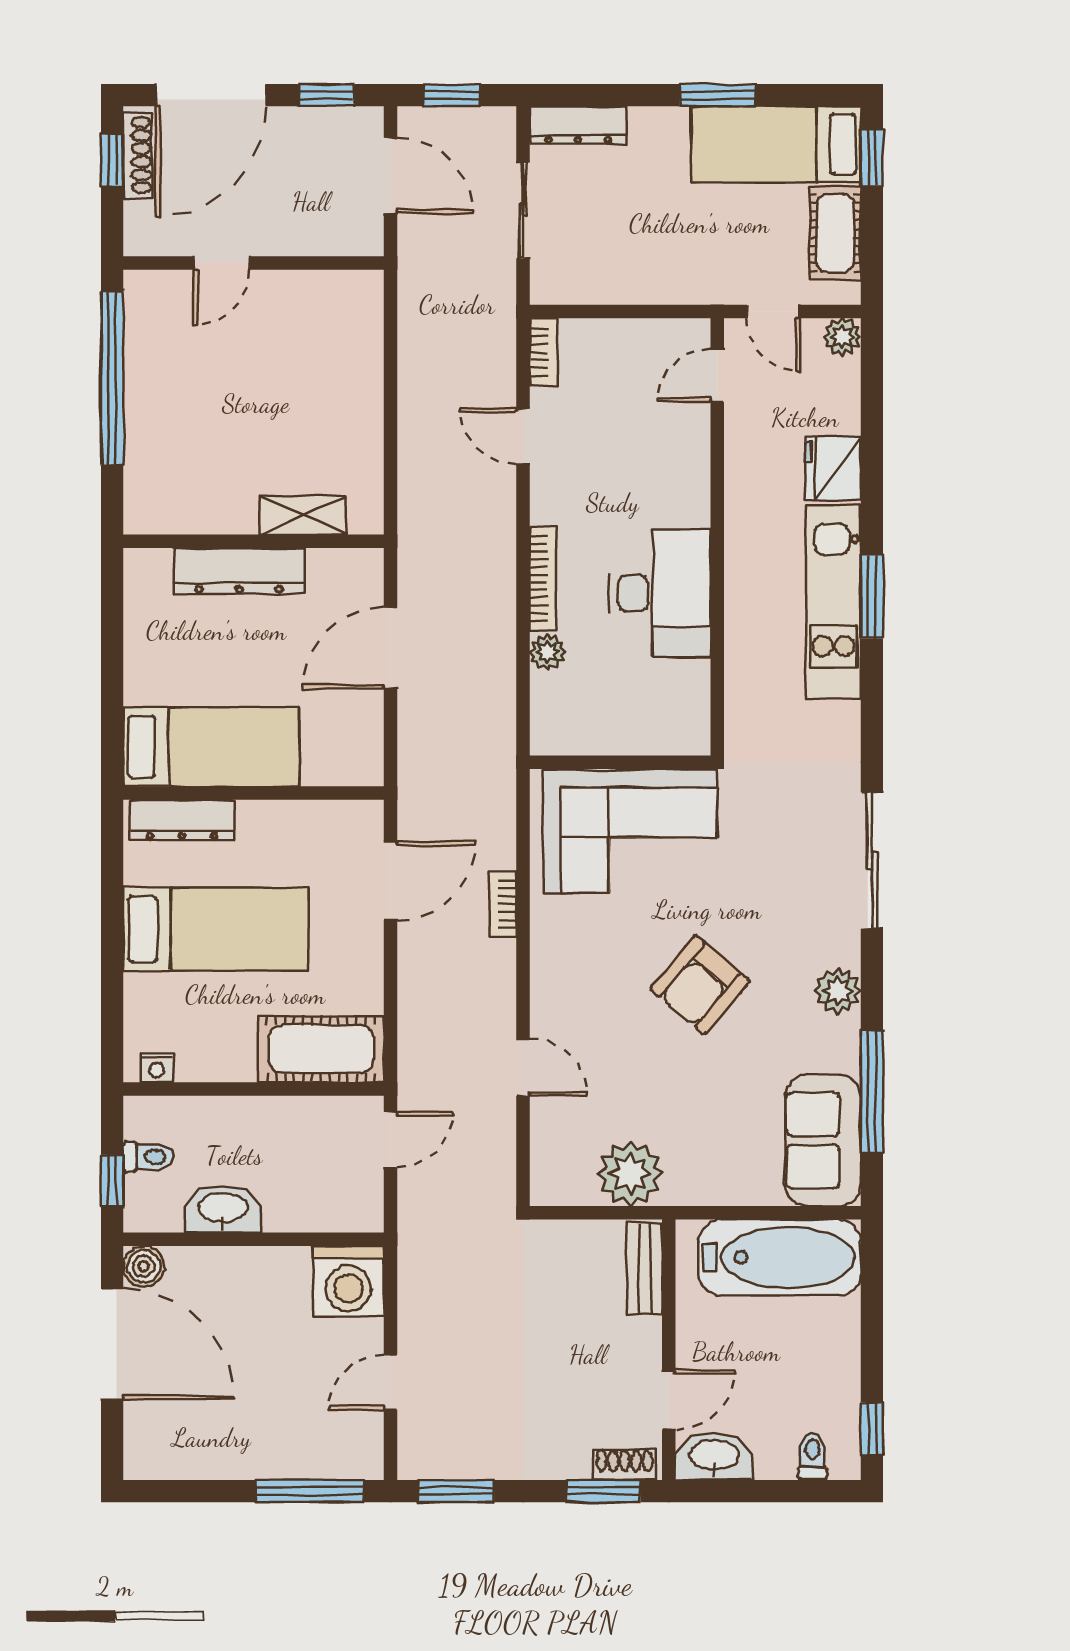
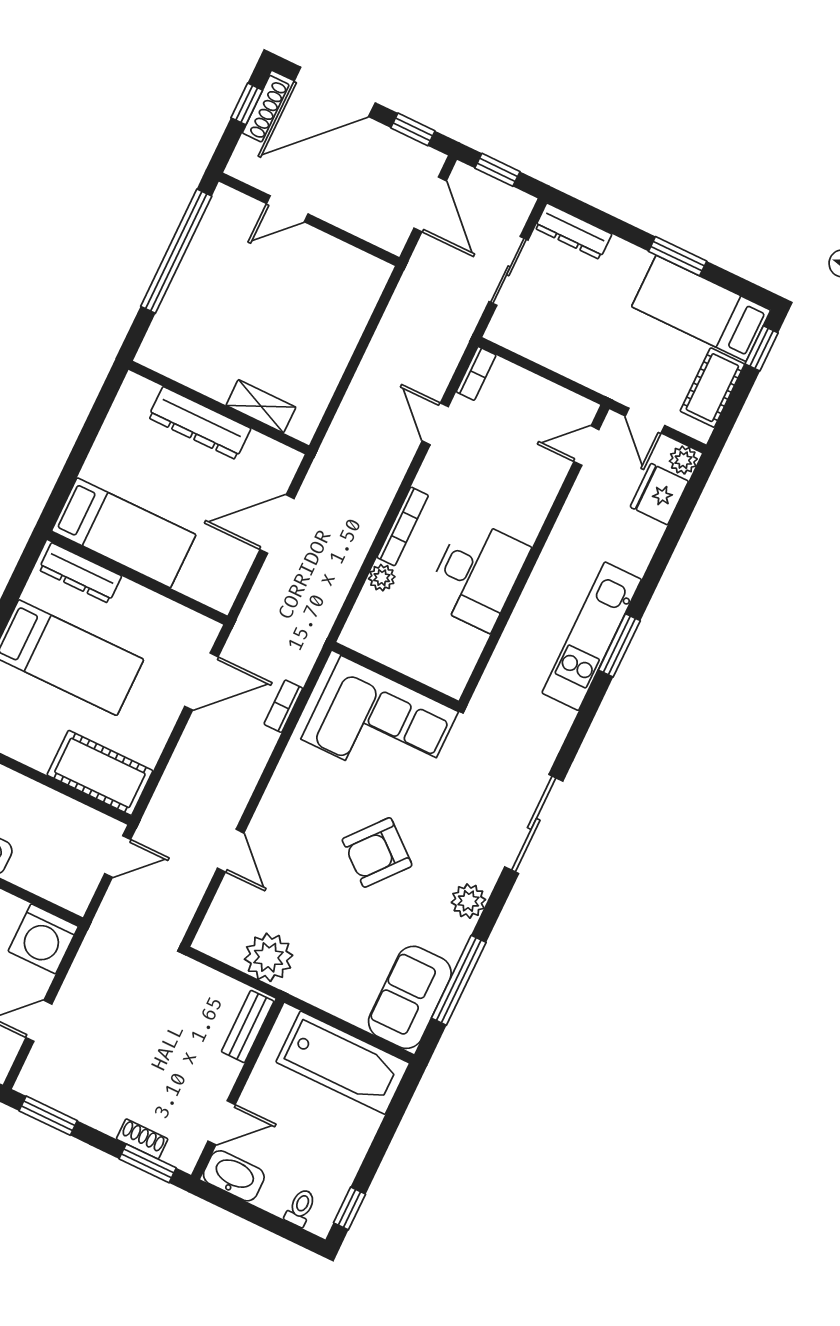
fridge: (833, 468) -> (659, 494), moved
bookcase: (503, 904) -> (283, 706), moved
shoe rack: (625, 1465) -> (142, 1139), moved

